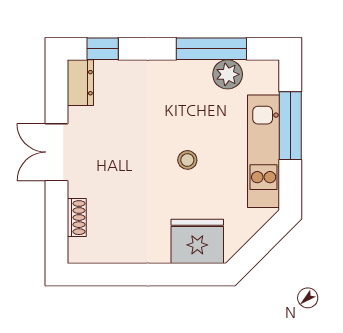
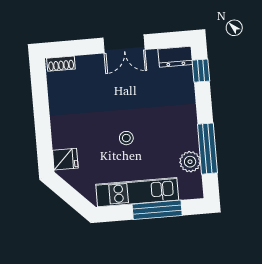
double door: (57, 152) -> (124, 44), swing flipped
shoe rack: (77, 218) -> (61, 64), moved
fridge: (197, 241) -> (65, 159), width x0.53, depth x0.75

